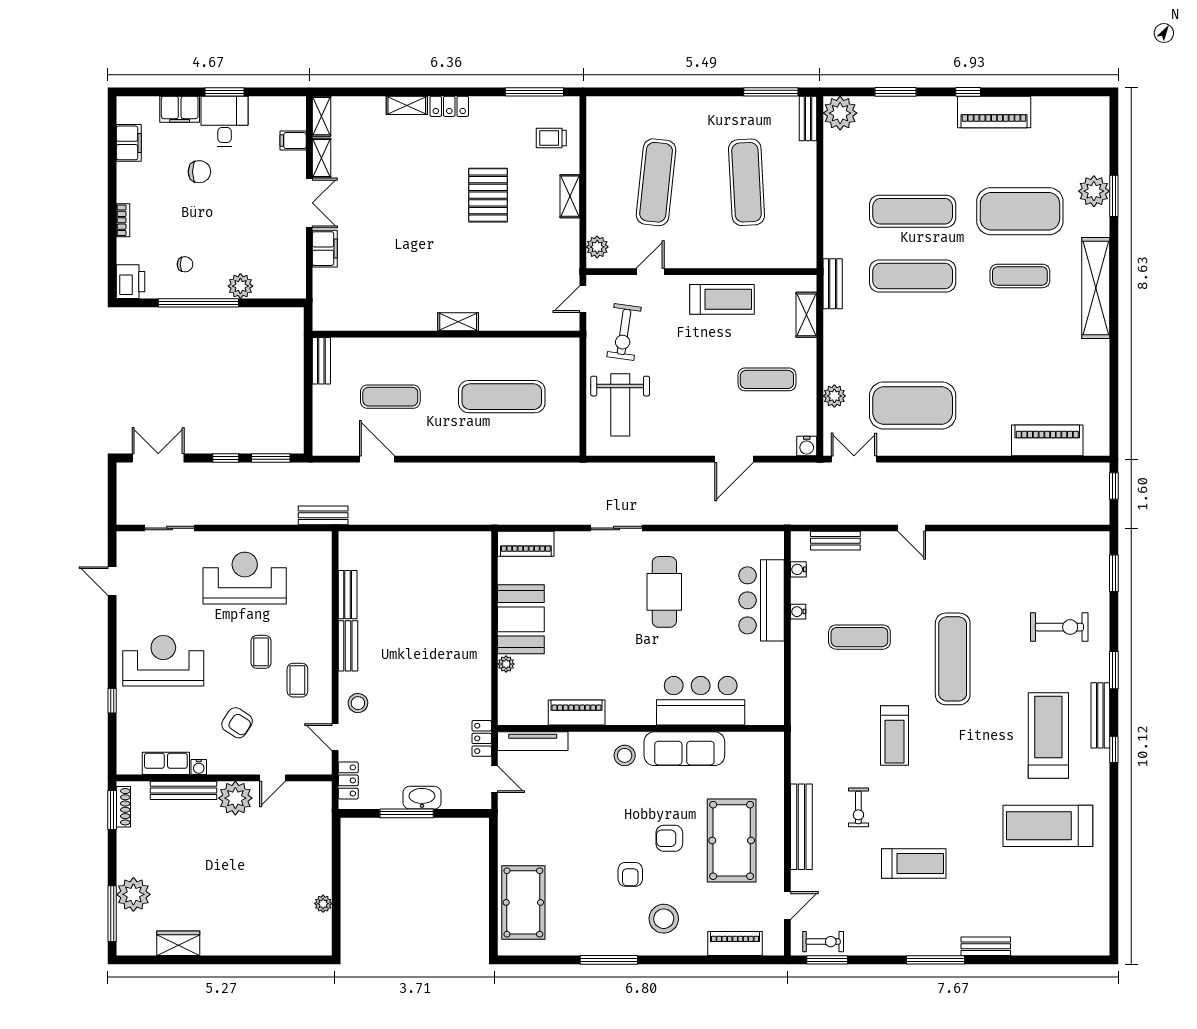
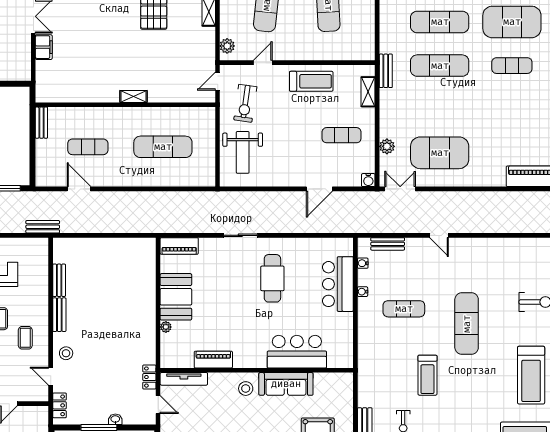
treadmill: (1048, 736) -> (531, 375), turned 180
washbasin: (422, 798) -> (115, 419), width x0.52, depth x0.69

